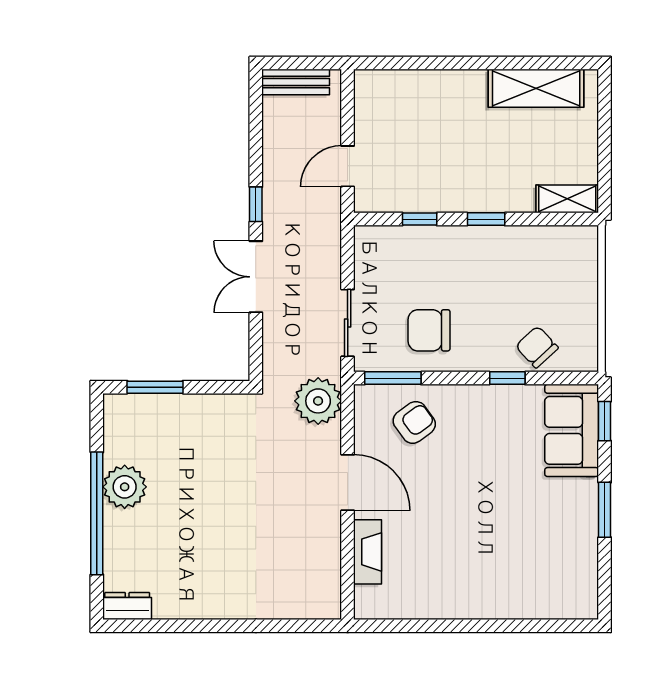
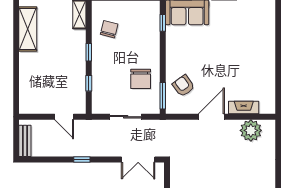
double door: (256, 277) -> (138, 159), moved
sliding door: (348, 323) -> (126, 117), moved
chair: (537, 347) -> (109, 29), moved, turned 147
window: (507, 378) -> (163, 23), moved
plant: (318, 401) -> (251, 130), moved

